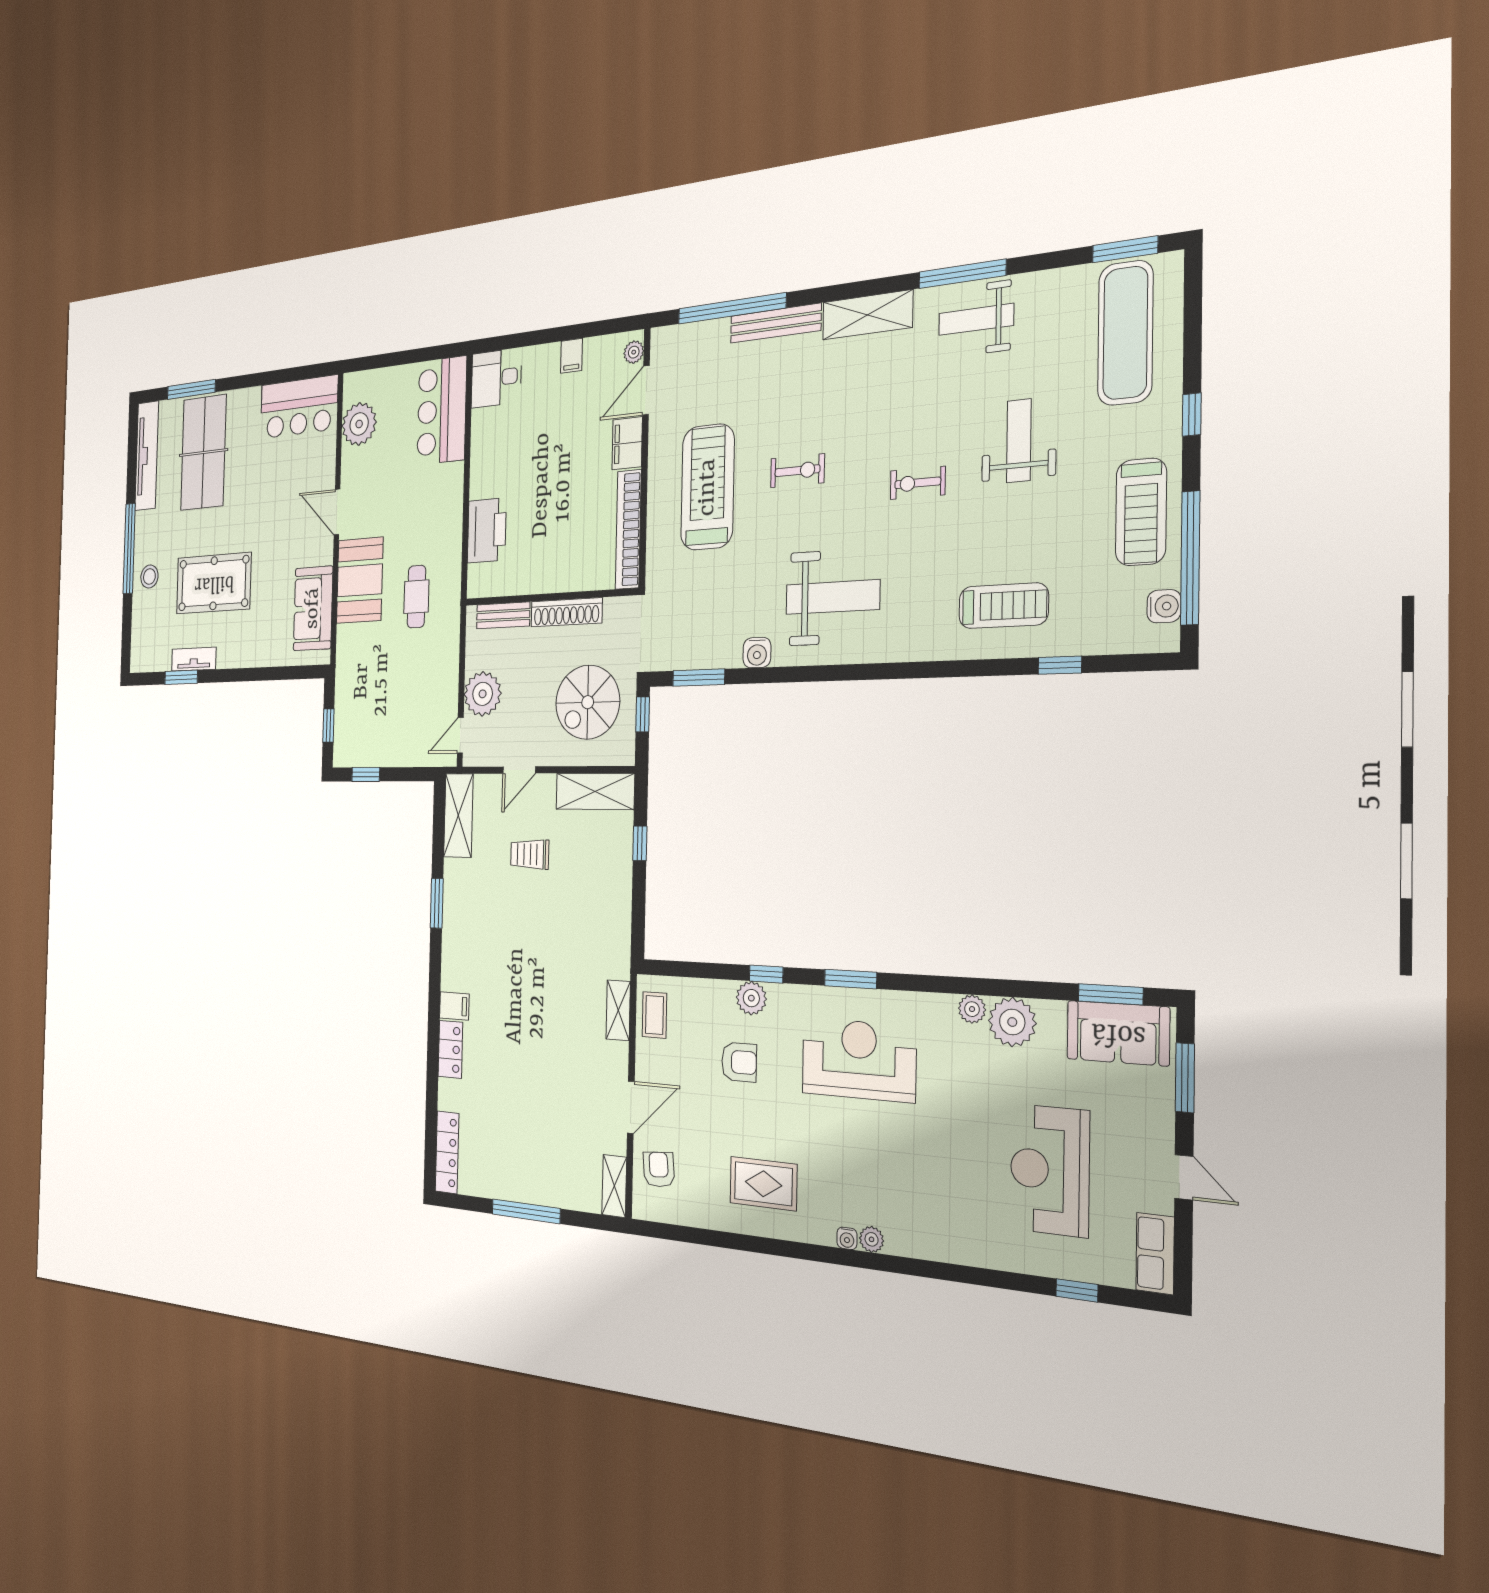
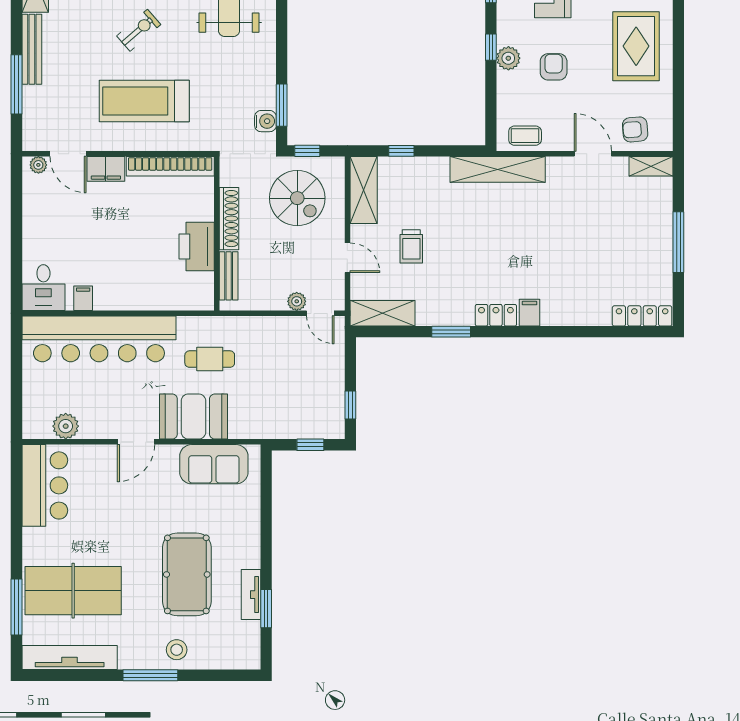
window: (732, 308) -> (17, 84), width x0.68
filing cabinet: (571, 356) -> (83, 298), moved, turned -90
bar counter: (442, 411) -> (99, 339), width x1.86
plant: (359, 424) -> (66, 426), width x0.73, depth x0.73
exercise bike: (797, 471) -> (139, 30), turned 49
printer: (487, 530) -> (197, 247), moved, turned -90
window: (129, 549) -> (150, 675), width x0.68
water cooler: (757, 653) -> (265, 121), moved
plant: (483, 694) -> (297, 301), width x0.53, depth x0.53
shelving: (618, 1010) -> (498, 169), width x2.20, depth x1.33
locker: (450, 1049) -> (496, 315), moved
rug: (763, 1184) -> (636, 46), width x1.36, depth x1.43

